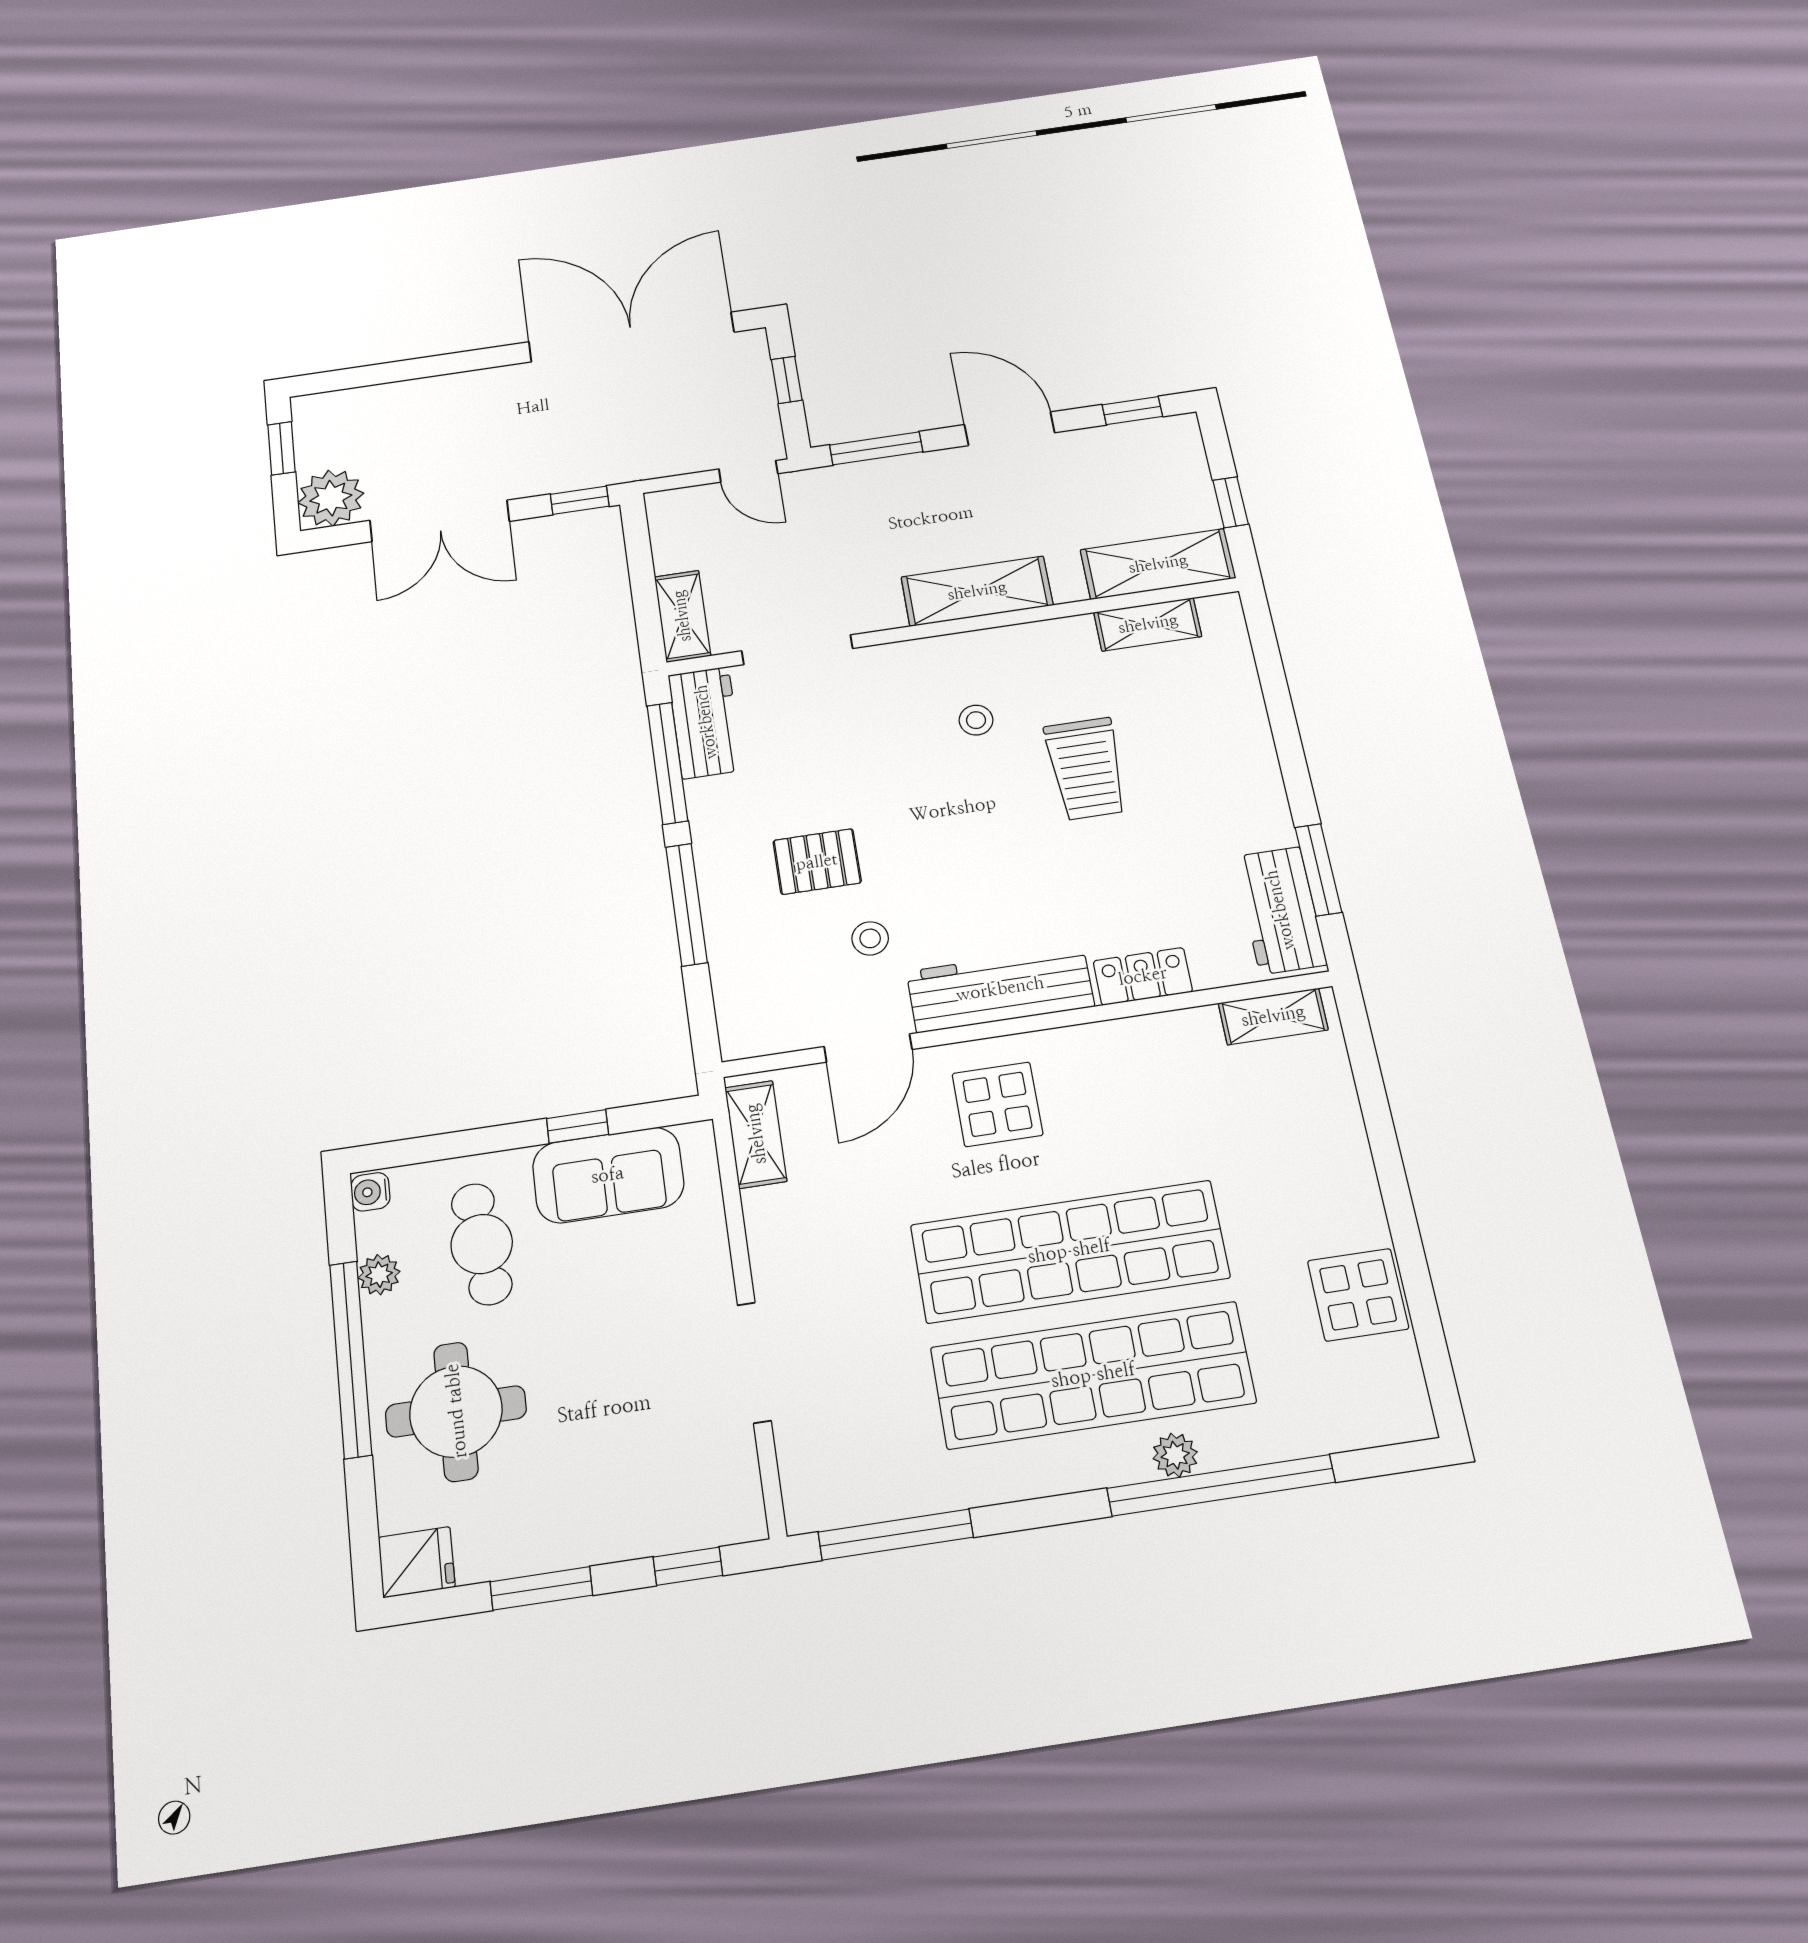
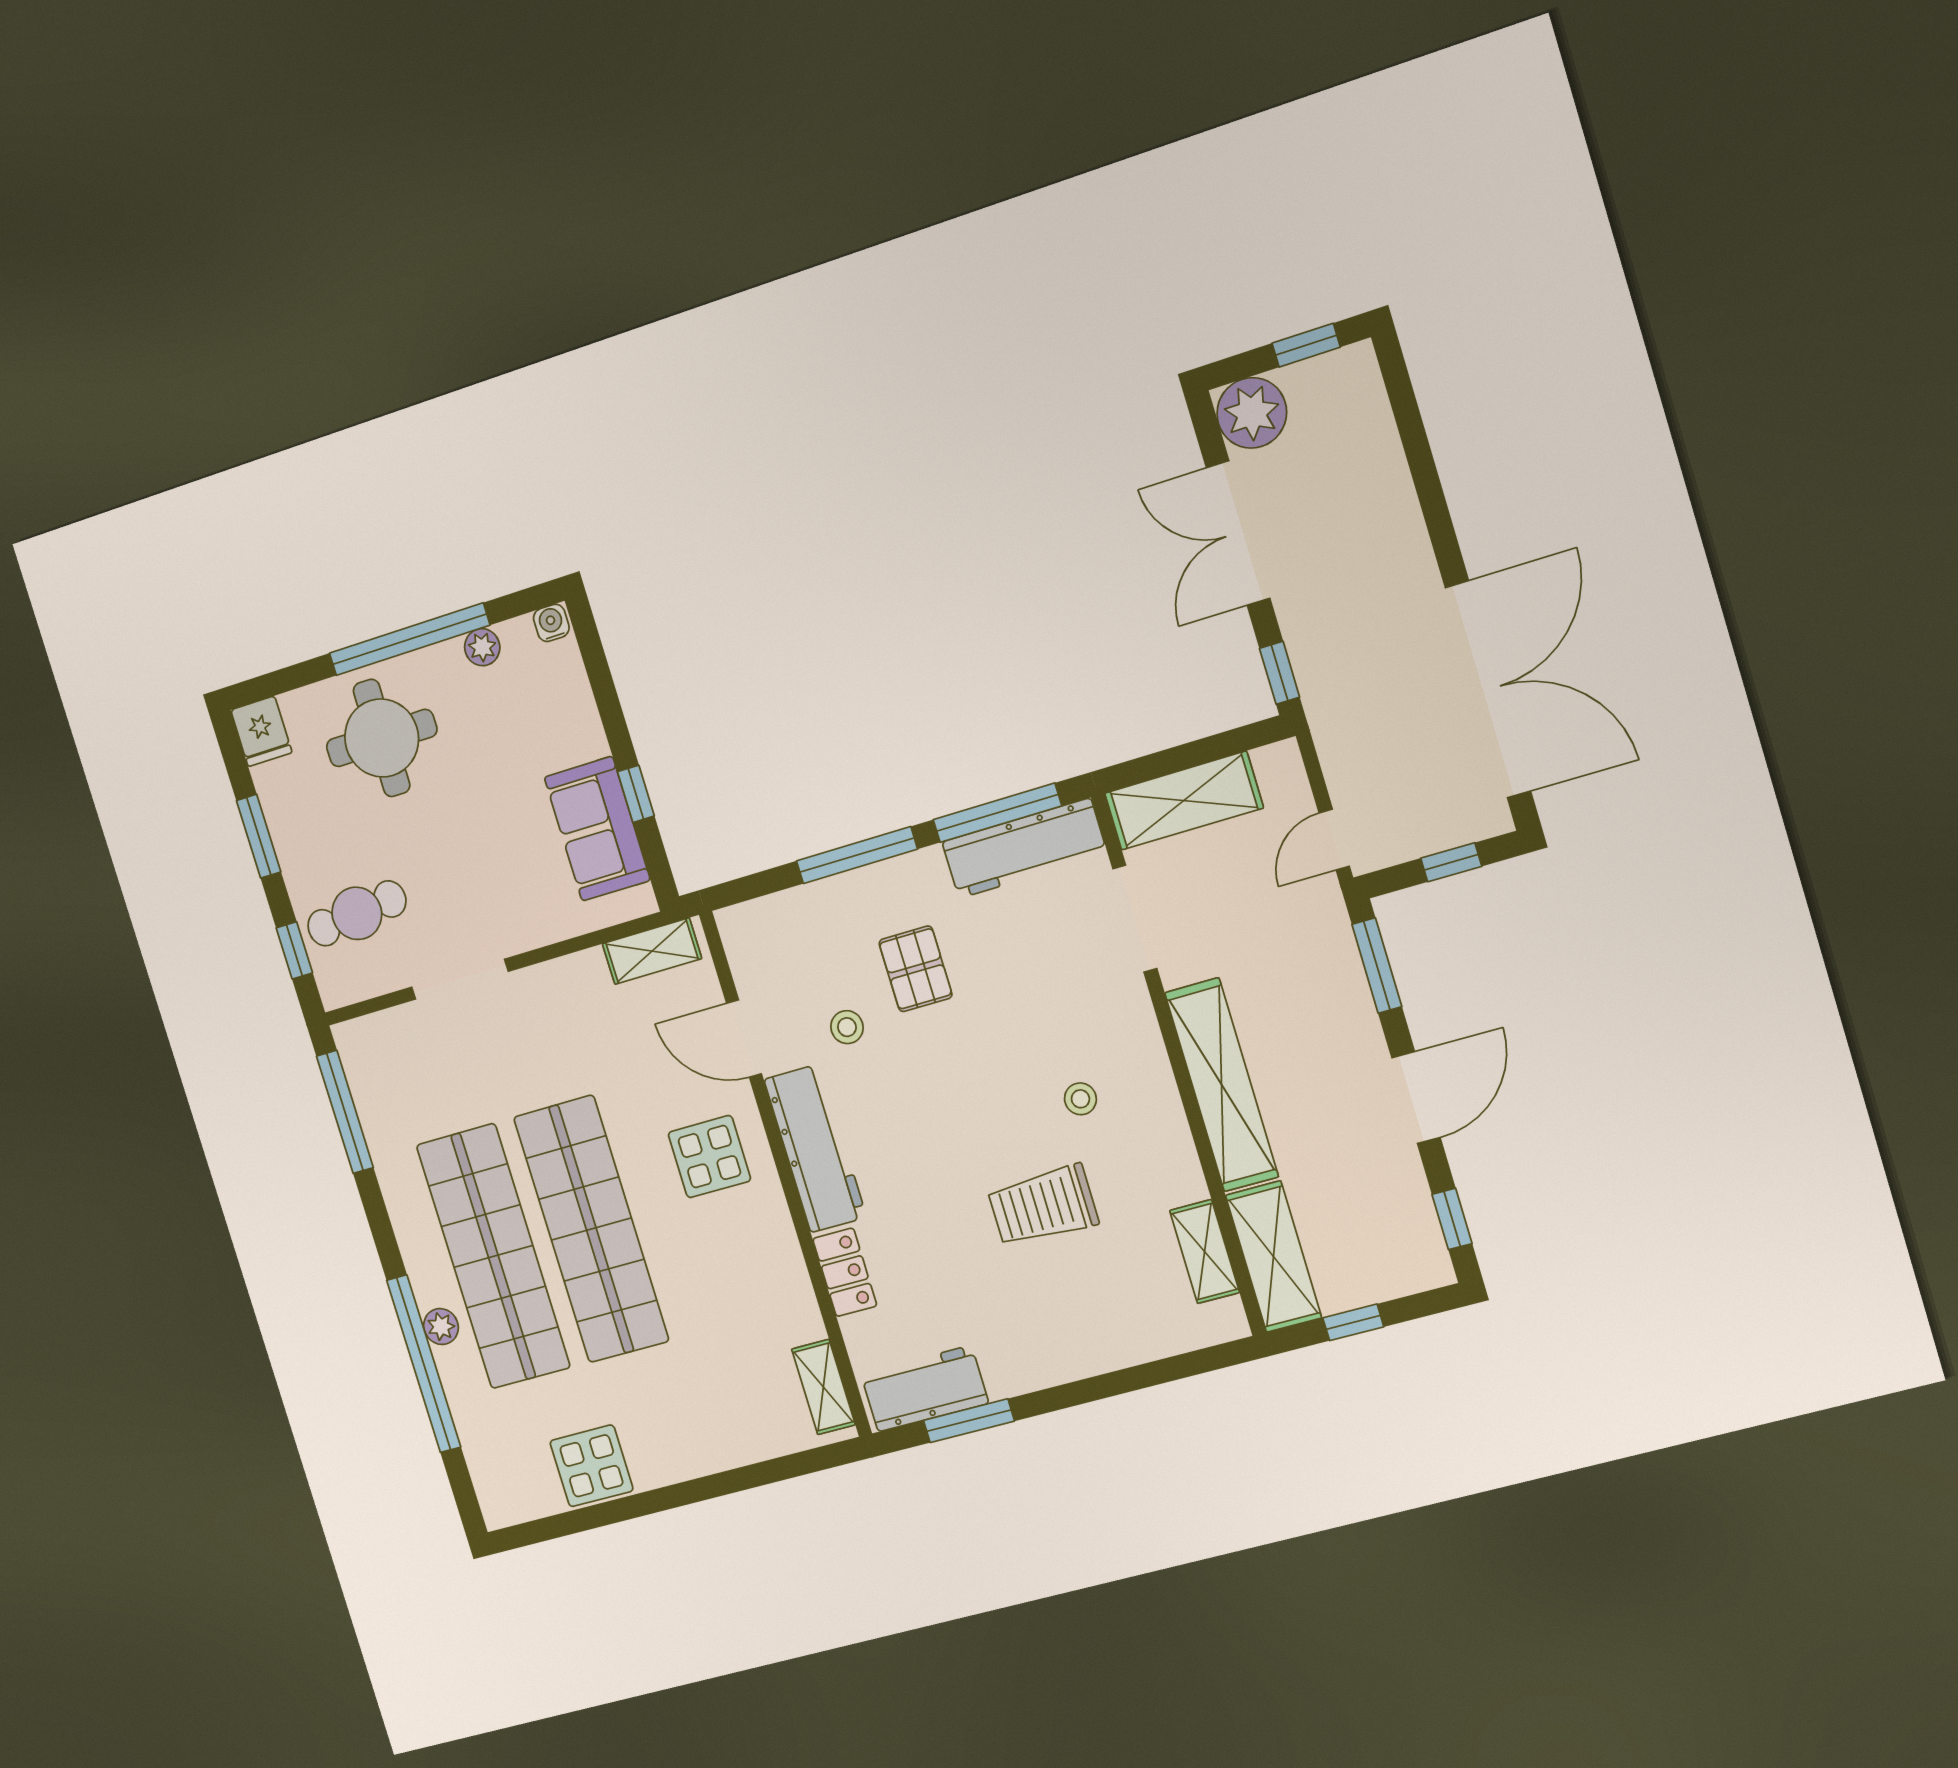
shelving: (977, 591) -> (1222, 1085), width x1.47
shelving: (682, 616) -> (1184, 801), width x1.50, depth x1.33
workbench: (706, 722) -> (1024, 848), width x1.38
cafe table: (482, 1244) -> (357, 913), moved

